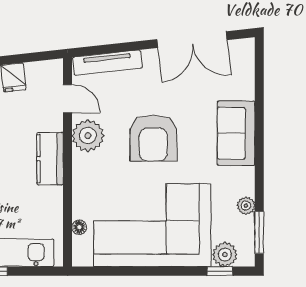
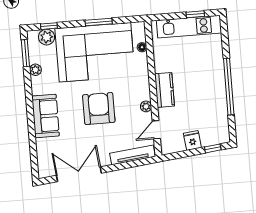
door: (68, 99) -> (156, 130), hinge flipped
plant: (88, 136) -> (146, 106), width x0.53, depth x0.53
window: (143, 271) -> (99, 22), added

